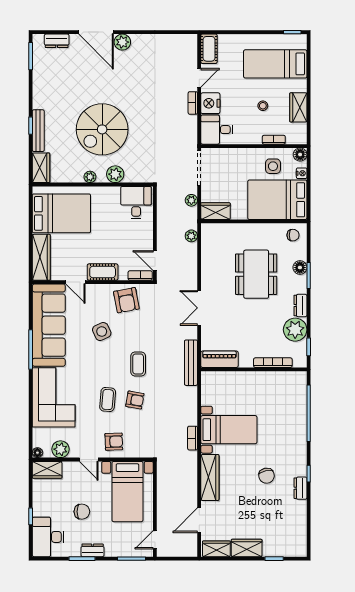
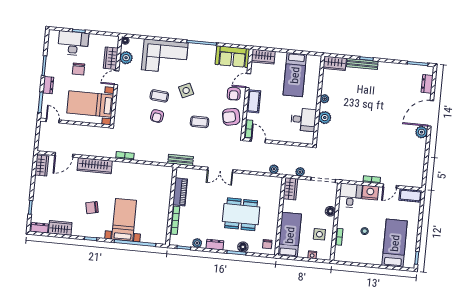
door: (199, 78) -> (390, 186), hinge flipped
wardrobe: (298, 107) -> (361, 257), removed
spiral stairs: (102, 129) -> (359, 111), removed
floor lamp: (300, 155) -> (330, 211), moved
bed: (277, 200) -> (290, 235), width x0.67
desk: (136, 203) -> (303, 120), moved
bed: (61, 213) -> (295, 75), width x0.67
wardrobe: (41, 257) -> (263, 57), width x0.67
door: (155, 261) -> (258, 141), hinge flipped
double door: (199, 308) -> (220, 170), swing flipped
sofa: (49, 325) -> (232, 57), width x0.54, depth x0.79
plant: (295, 330) -> (197, 243), width x0.53, depth x0.53
side table: (102, 332) -> (186, 90), moved
piano: (219, 359) -> (180, 192), moved
bench: (191, 363) -> (181, 160), width x0.73
coffee table: (138, 364) -> (200, 122), moved
bed with nightstands: (229, 430) -> (124, 220), moved, turned 180
armchair: (114, 442) -> (234, 94), moved
wardrobe: (47, 470) -> (111, 58), moved
dresser: (300, 488) -> (40, 228), moved
door: (199, 520) -> (64, 155), swing flipped
desk: (48, 537) -> (73, 43), moved
wardrobe: (247, 548) -> (60, 228), moved, turned -90
dresser: (93, 550) -> (48, 85), moved

